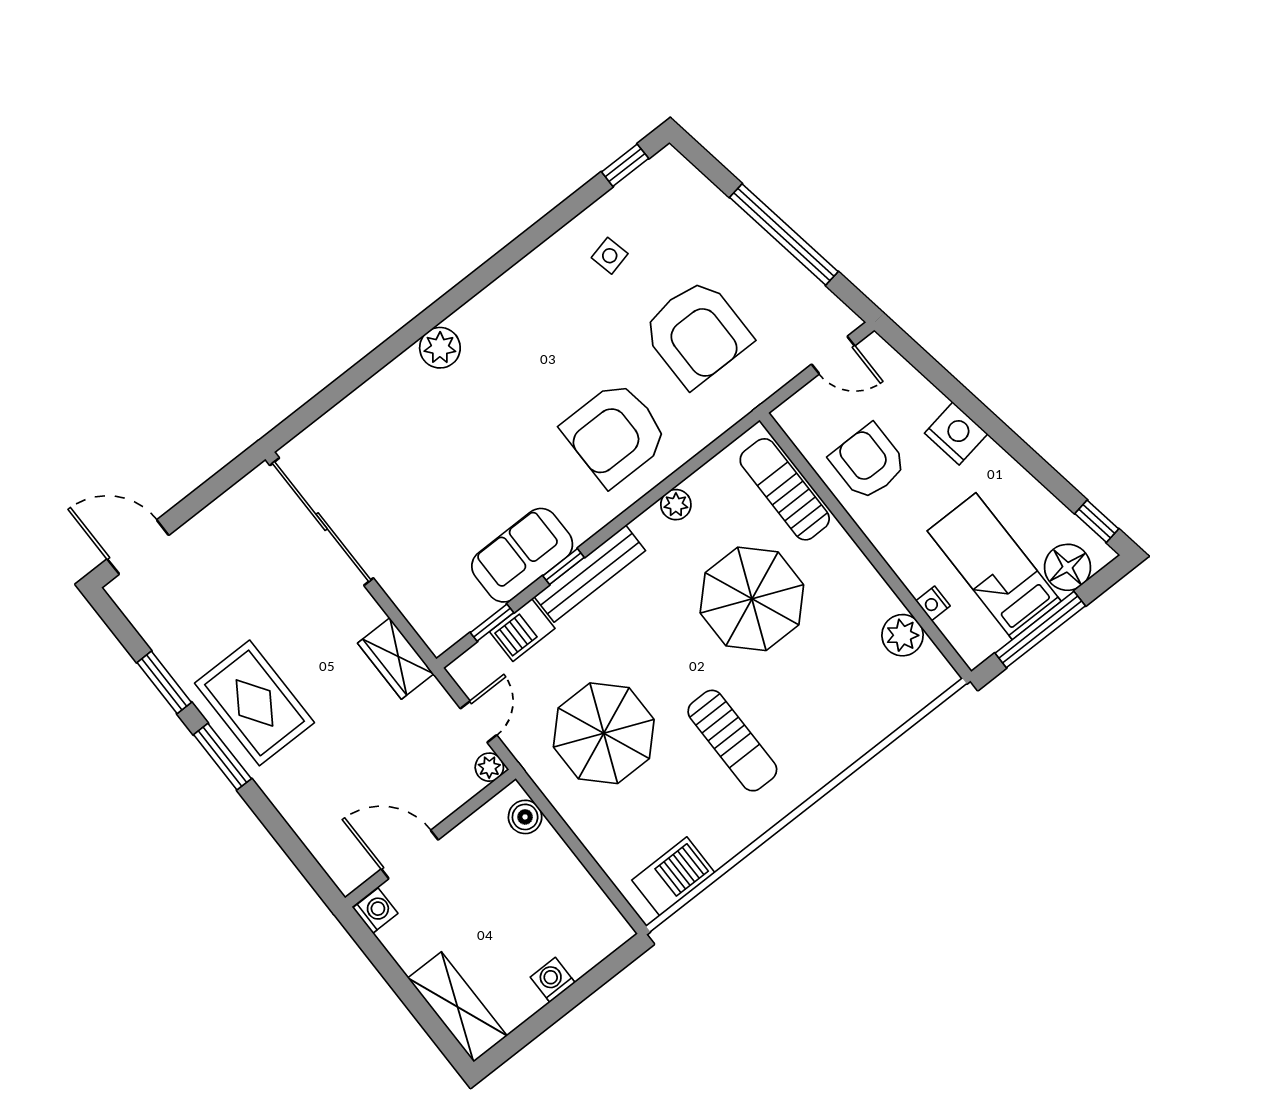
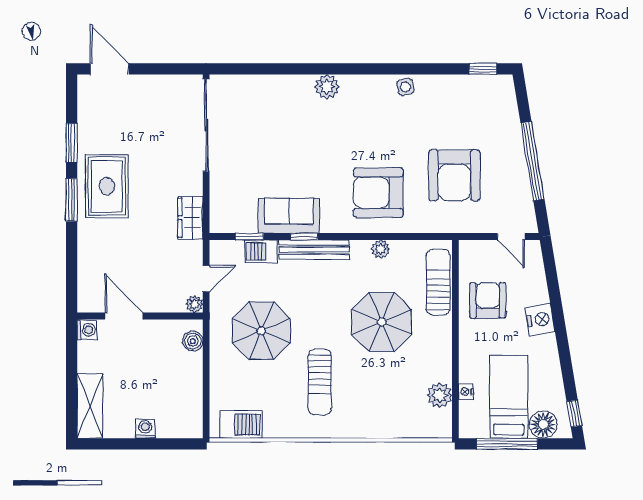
side table: (610, 256) -> (405, 87), moved

